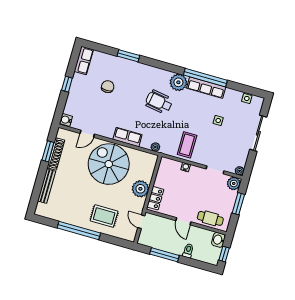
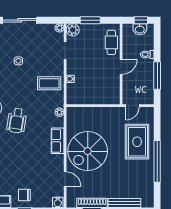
chair: (108, 87) -> (24, 195), moved
plant: (140, 189) -> (102, 115), removed
locker: (155, 198) -> (107, 99), removed
rug: (104, 216) -> (137, 142), width x1.36, depth x1.43
washbasin: (218, 240) -> (140, 29), moved

